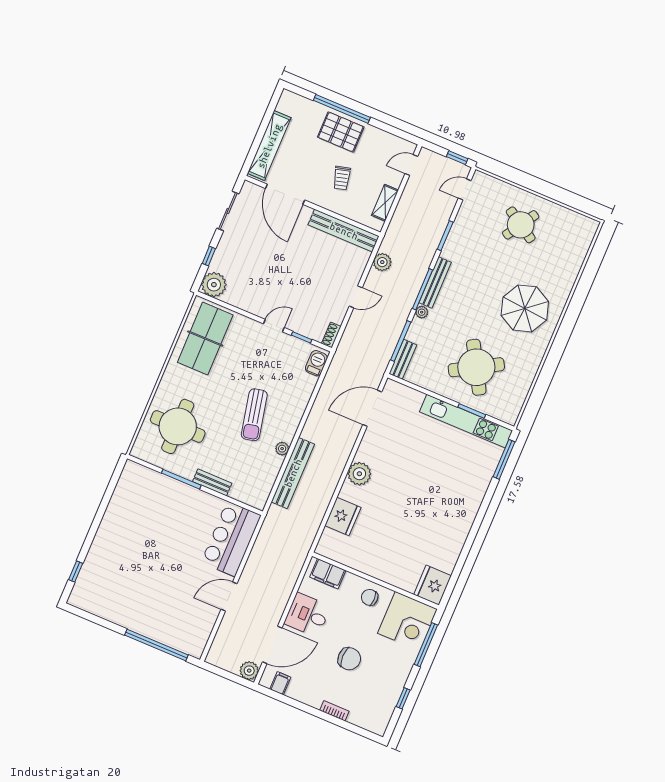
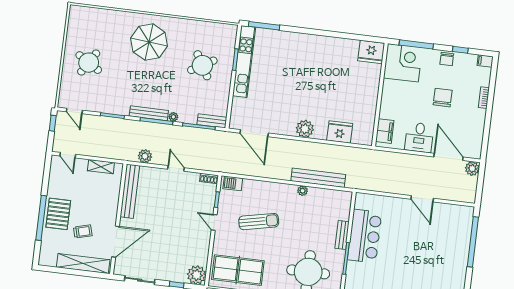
trolley: (342, 178) -> (83, 231), moved
round table: (476, 367) -> (202, 65), width x0.73, depth x0.73
sun lounger: (254, 415) -> (259, 222), moved
bar counter: (231, 539) -> (365, 236), moved, turned -90
chair: (370, 597) -> (447, 59), moved
filing cabinet: (280, 683) -> (485, 61), moved

